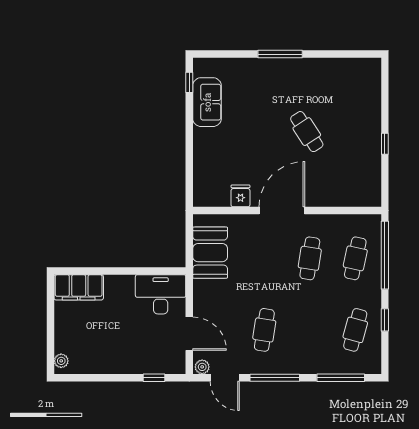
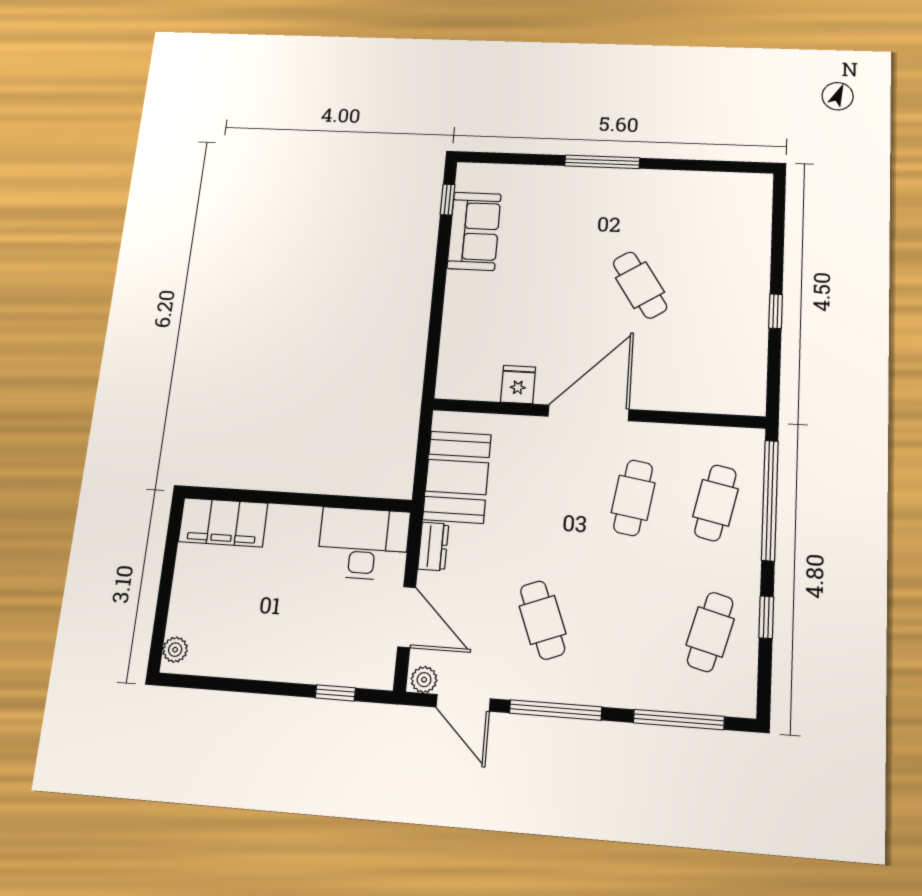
dresser: (200, 293) -> (433, 546), added
cafe table: (264, 330) -> (543, 620), turned -30

